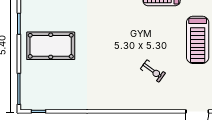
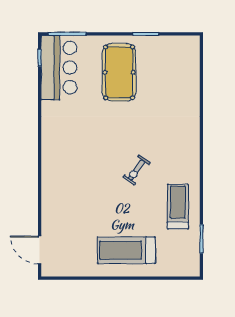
exercise bike: (153, 71) -> (137, 170), moved
bar counter: (47, 95) -> (59, 68), added

